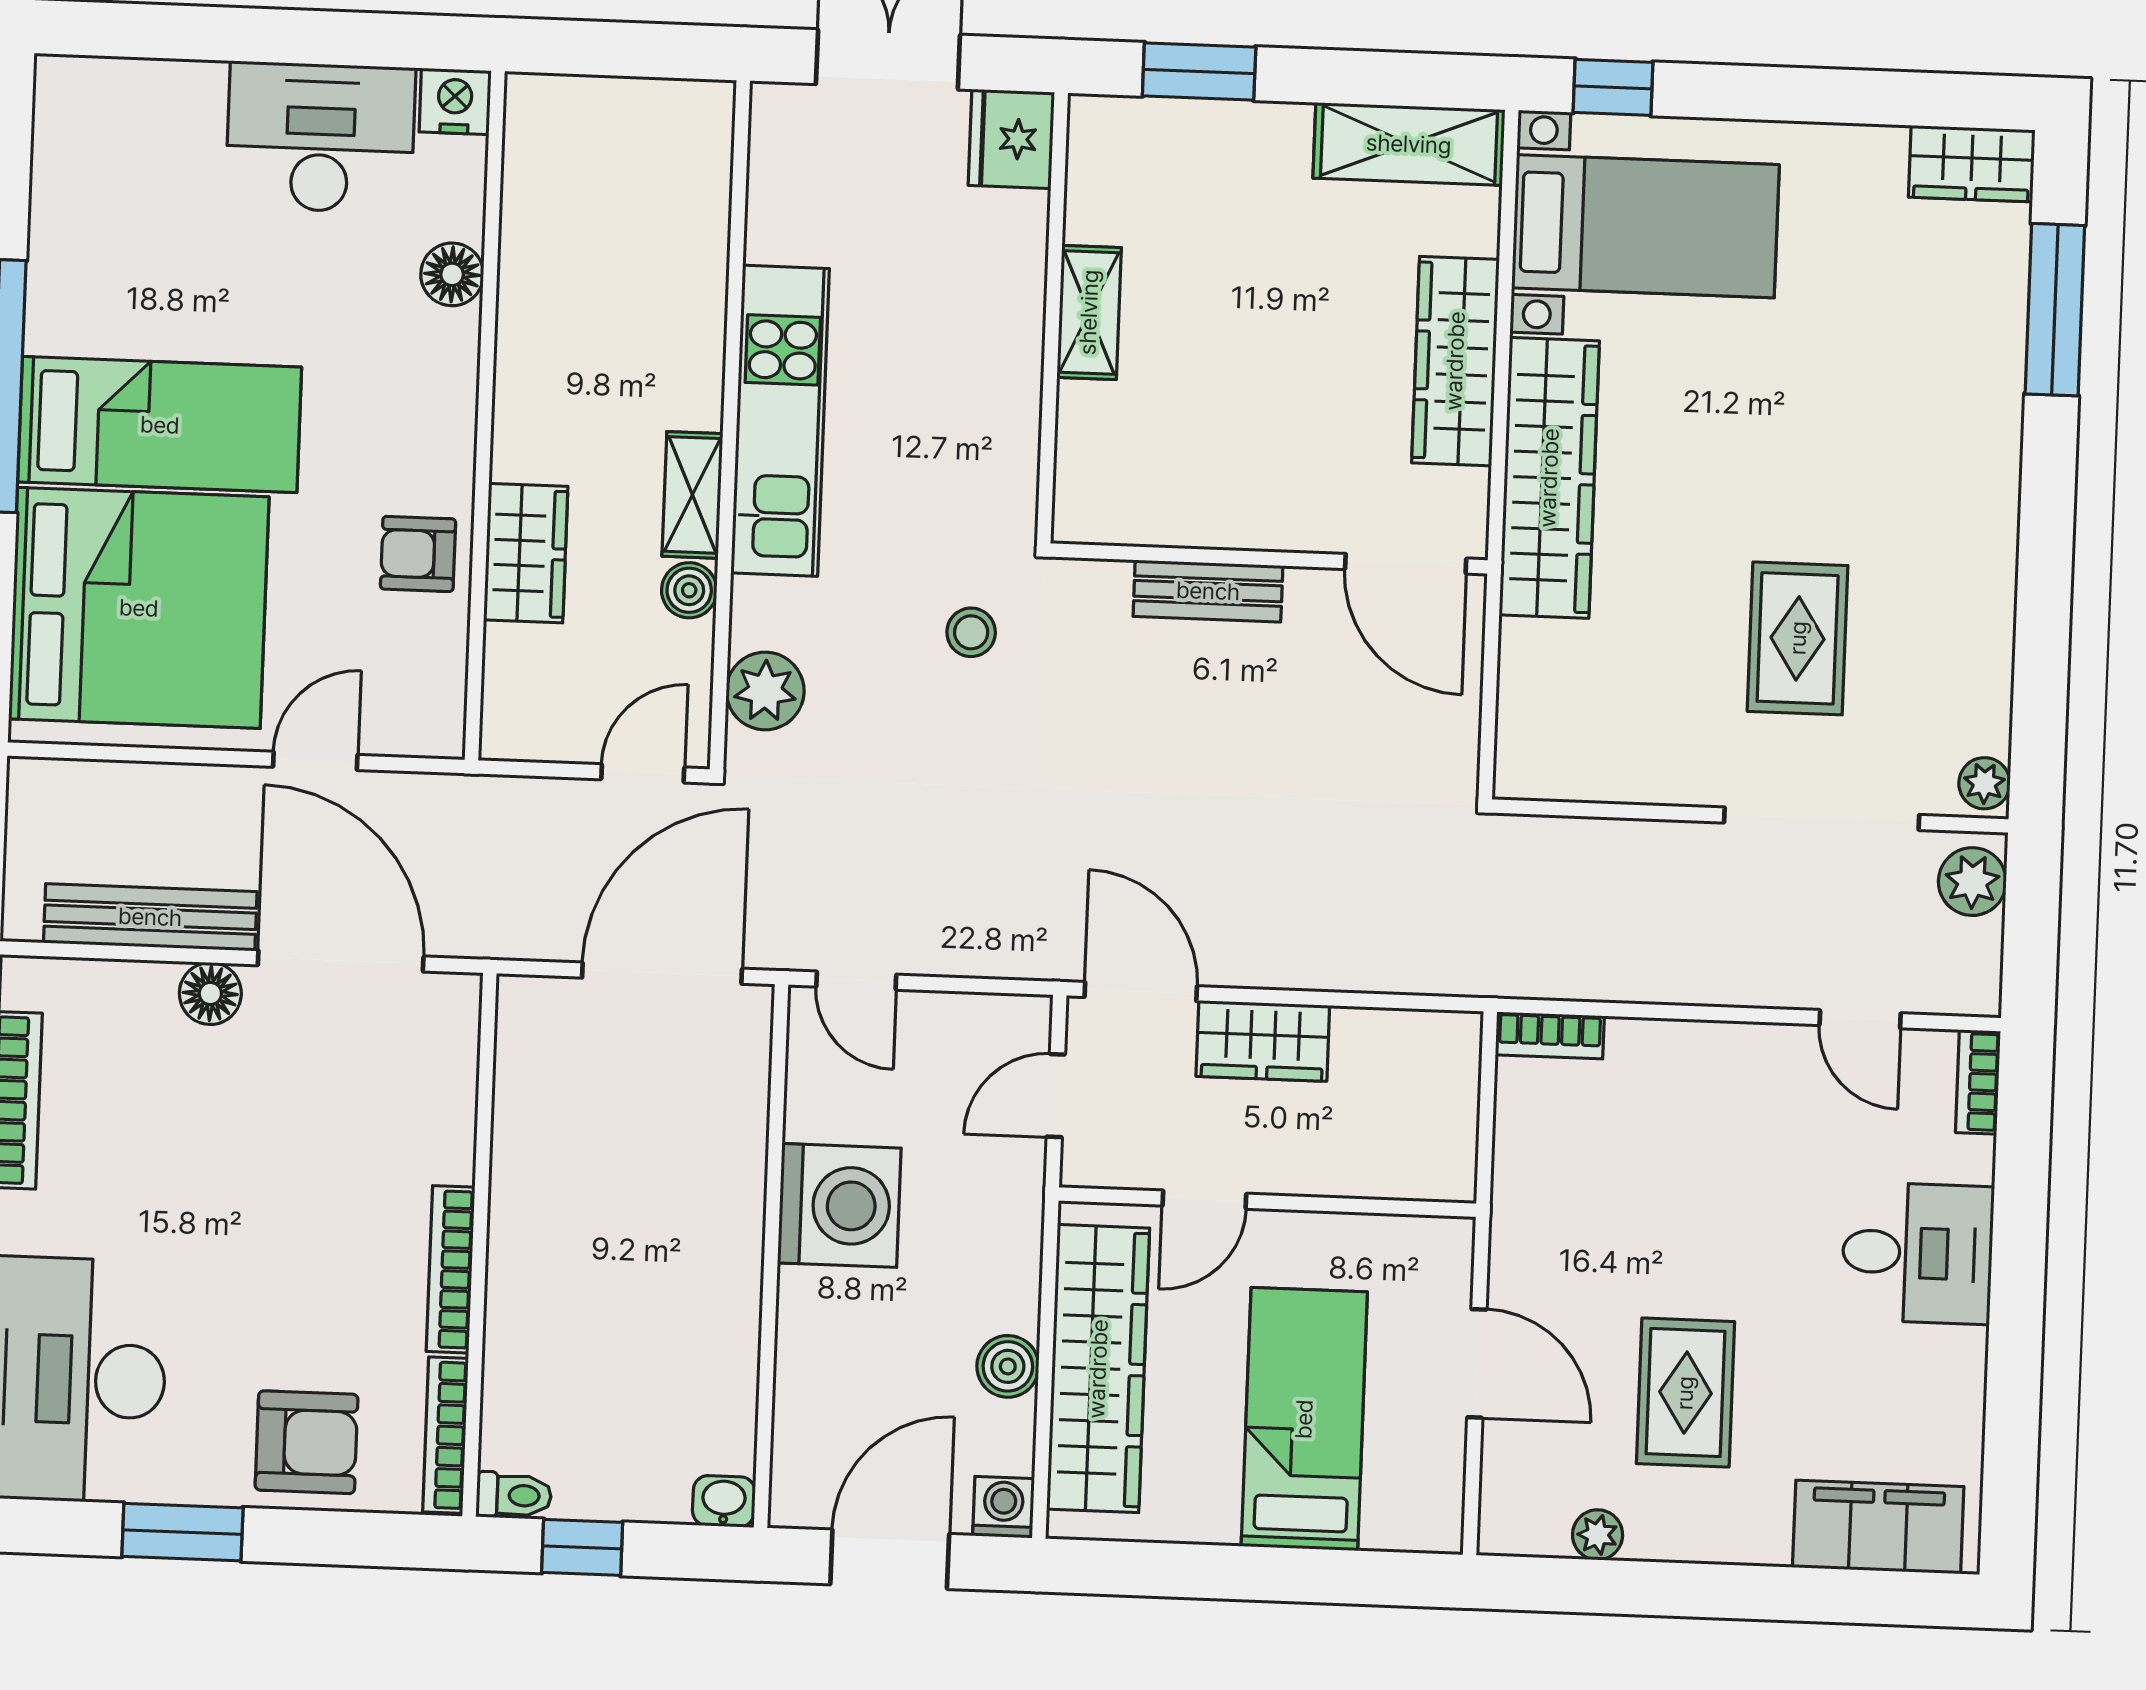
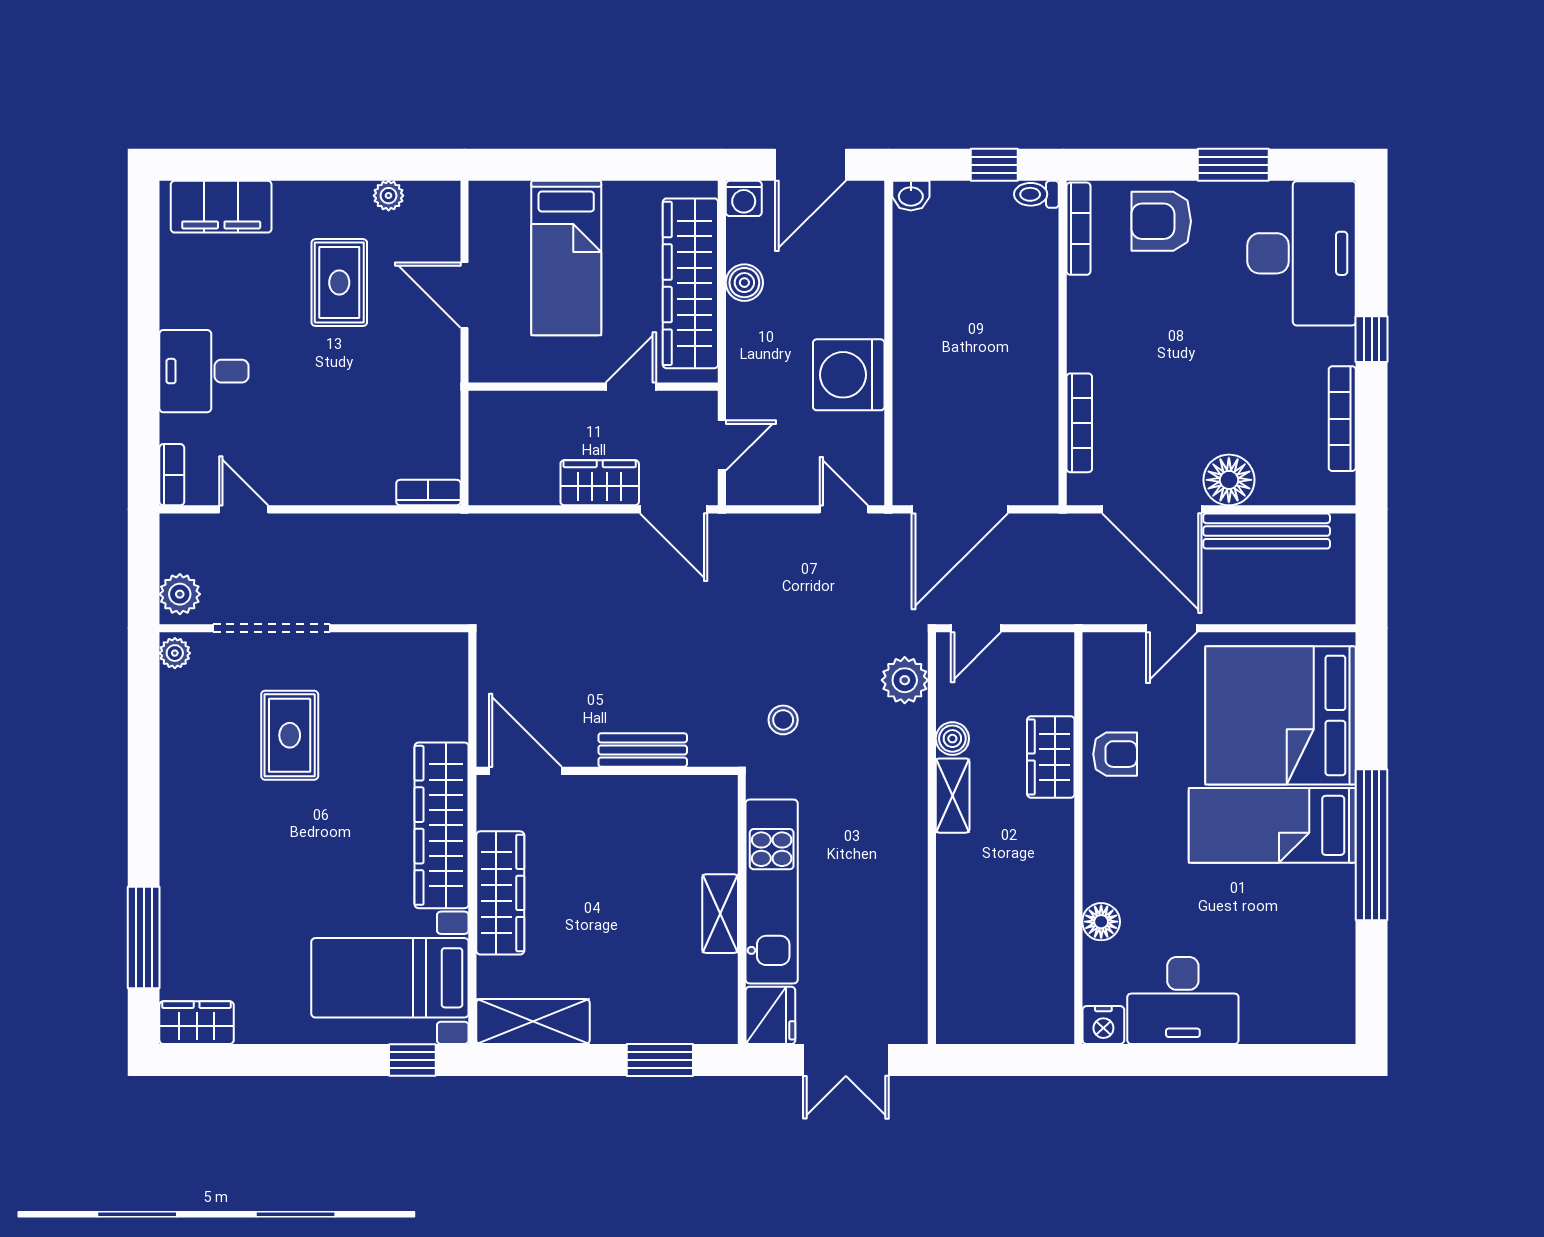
kitchen unit: (780, 421) -> (772, 892), moved, turned 180
floor lamp: (210, 993) -> (1229, 480), width x1.38, depth x1.38
bookcase: (451, 1269) -> (1079, 423), moved

